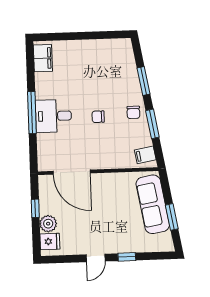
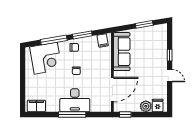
corner desk: (116, 70) -> (46, 58), added
window: (144, 81) -> (54, 40), width x1.44
desk: (53, 116) -> (75, 100), width x1.37
sofa: (153, 204) -> (122, 52), moved, turned -80
window: (35, 208) -> (125, 114), moved

